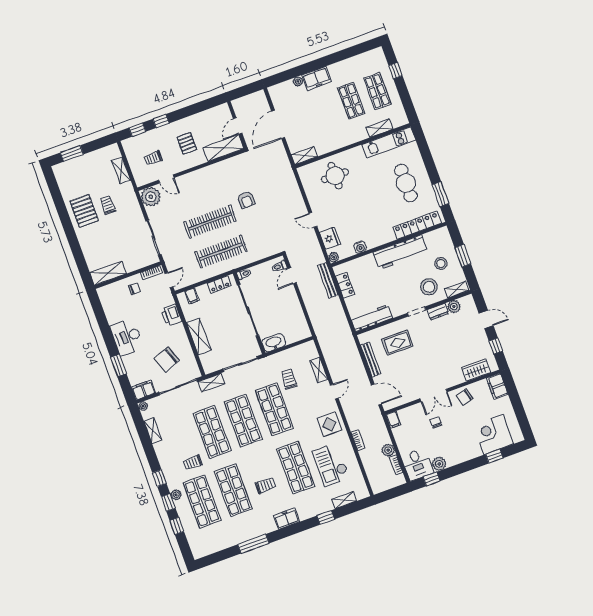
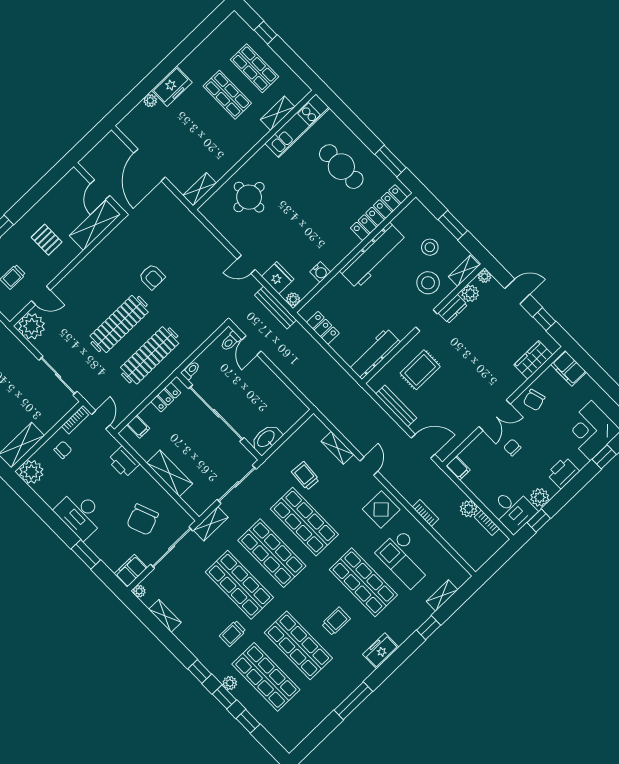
bench: (328, 280) -> (275, 308), moved
plant: (107, 294) -> (31, 472), added
plant: (469, 300) -> (485, 276), added
printer: (462, 454) -> (563, 473), added

